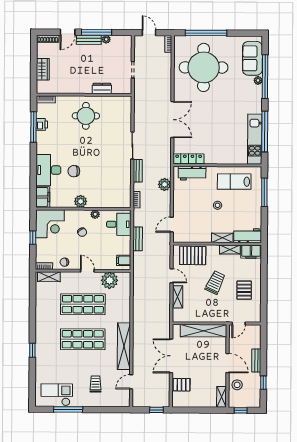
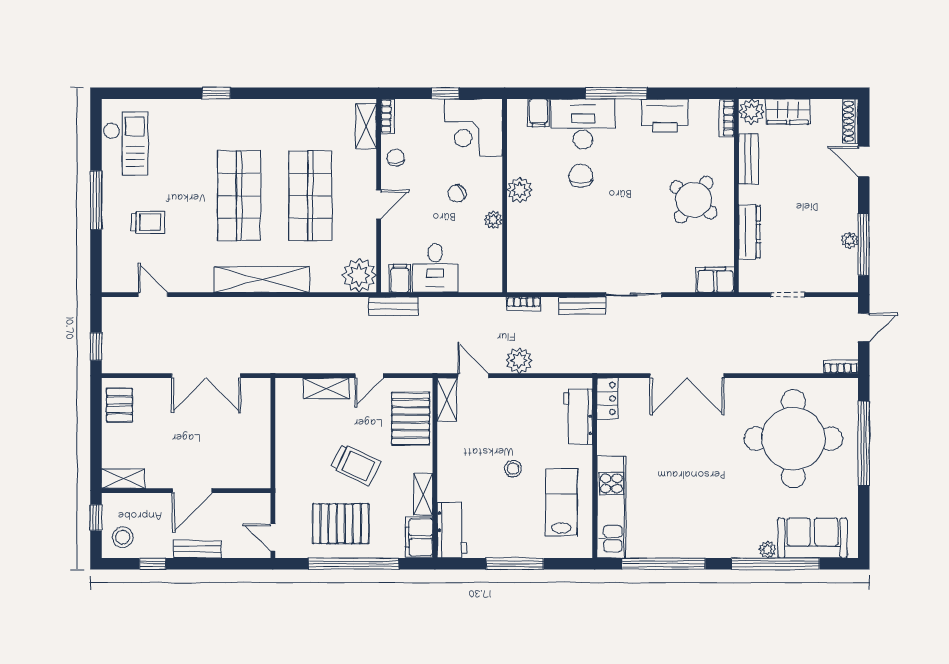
window: (96, 32) -> (864, 244), moved
bench: (89, 40) -> (748, 159), moved
plant: (43, 87) -> (751, 112), added
dresser: (102, 88) -> (749, 232), width x1.44
filing cabinet: (125, 105) -> (715, 280), added
round table: (86, 116) -> (694, 200), turned 37
printer: (42, 124) -> (665, 115), width x1.87, depth x1.48
window: (33, 127) -> (616, 93), moved
kitchen unit: (255, 139) -> (611, 507), moved, turned 90
locker: (189, 159) -> (607, 398), width x0.66
plant: (165, 184) -> (519, 360), moved
window: (264, 192) -> (515, 564), moved
filing cabinet: (43, 197) -> (539, 113), width x0.50
desk: (119, 224) -> (435, 268), moved
shelving: (222, 238) -> (447, 400), moved
bench: (138, 239) -> (394, 306), moved
plant: (110, 280) -> (359, 275), moved
window: (264, 284) -> (354, 564), added
pallet: (244, 290) -> (341, 524), width x1.50, depth x1.42
door: (239, 323) -> (273, 537), moved
shelving: (203, 331) -> (258, 441), removed
shelving: (124, 346) -> (262, 279), moved
double door: (171, 356) -> (206, 376), swing flipped
pallet: (182, 385) -> (119, 405), moved
stool: (237, 385) -> (123, 537), moved
window: (68, 409) -> (96, 200), moved

